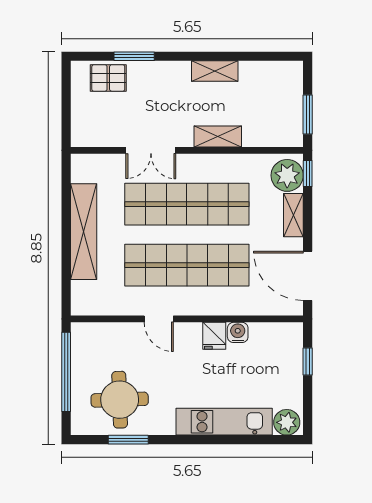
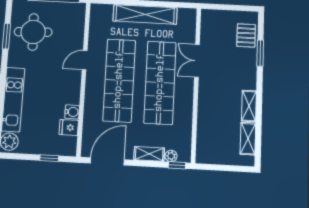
window: (308, 114) -> (217, 167), removed
shelving: (218, 136) -> (248, 139), moved
plant: (287, 175) -> (171, 156), width x0.53, depth x0.53
fridge: (214, 336) -> (69, 127), moved

